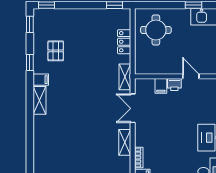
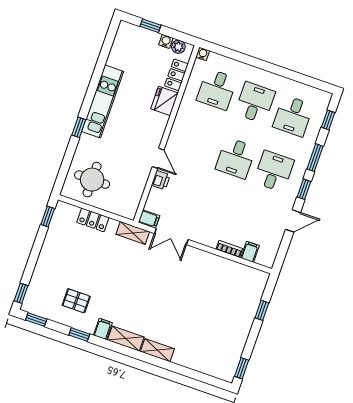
door: (191, 76) -> (158, 158), swing flipped
filing cabinet: (161, 86) -> (149, 219), moved
shelving: (125, 142) -> (157, 350), moved

